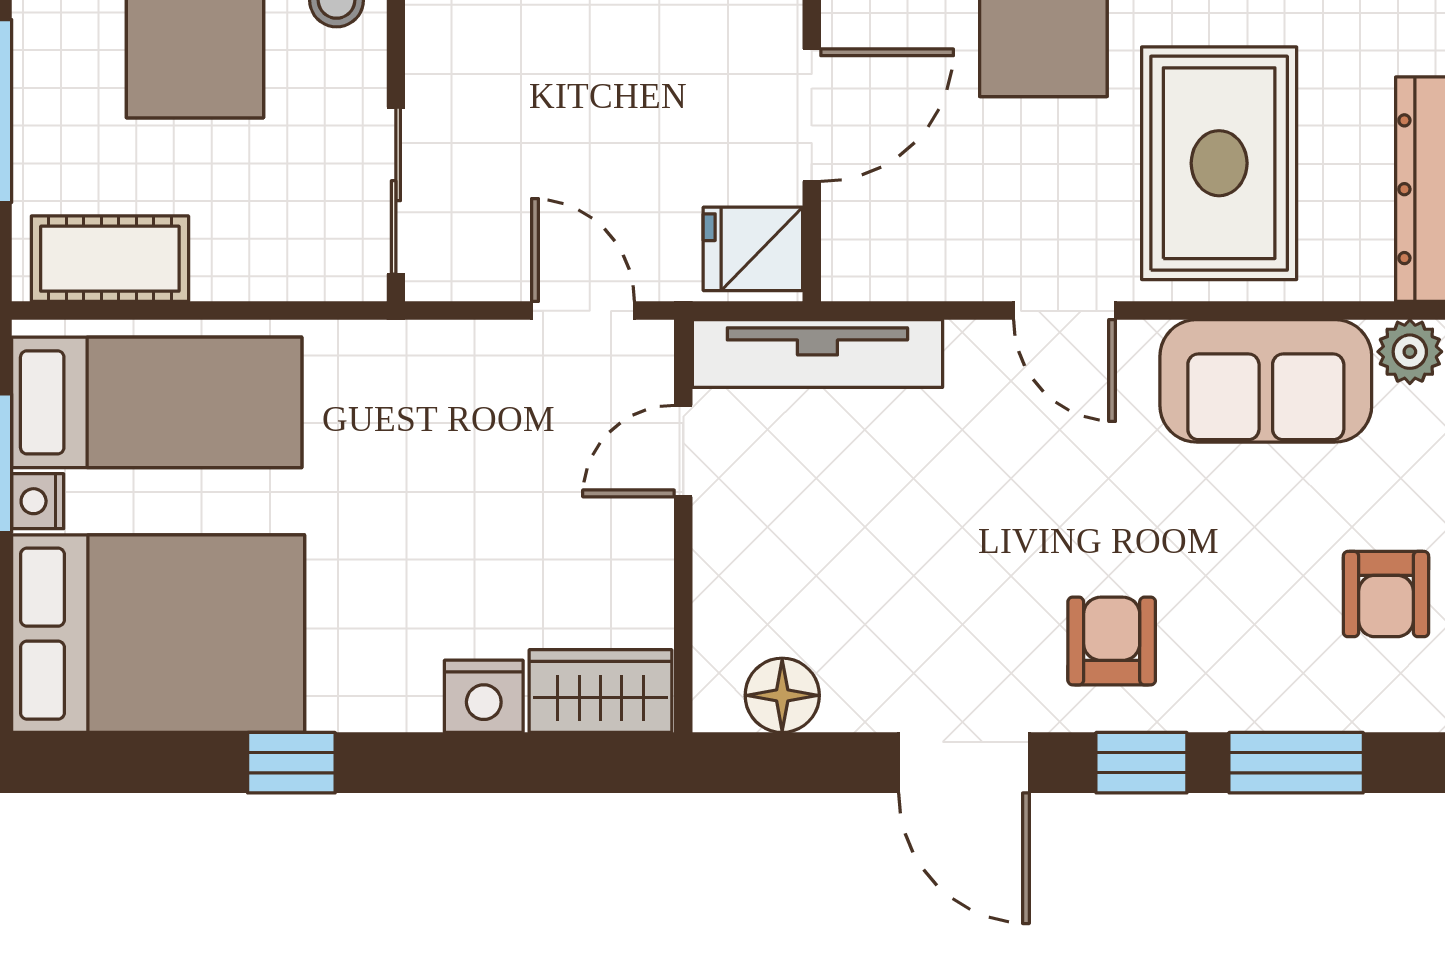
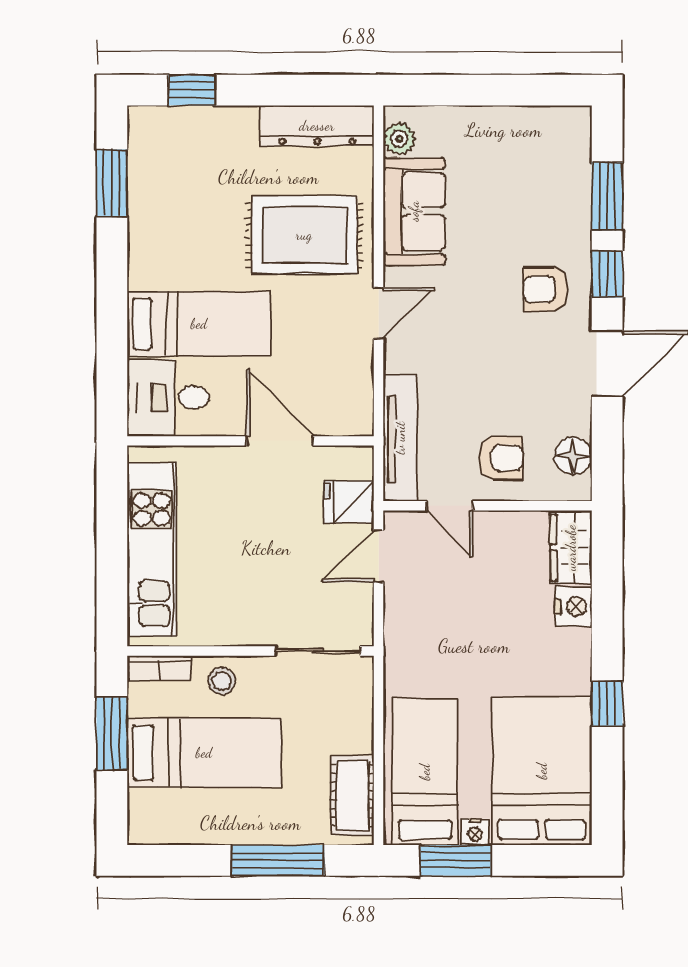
fridge: (753, 249) -> (349, 502), moved, turned 90
armchair: (1386, 594) -> (501, 458), moved

